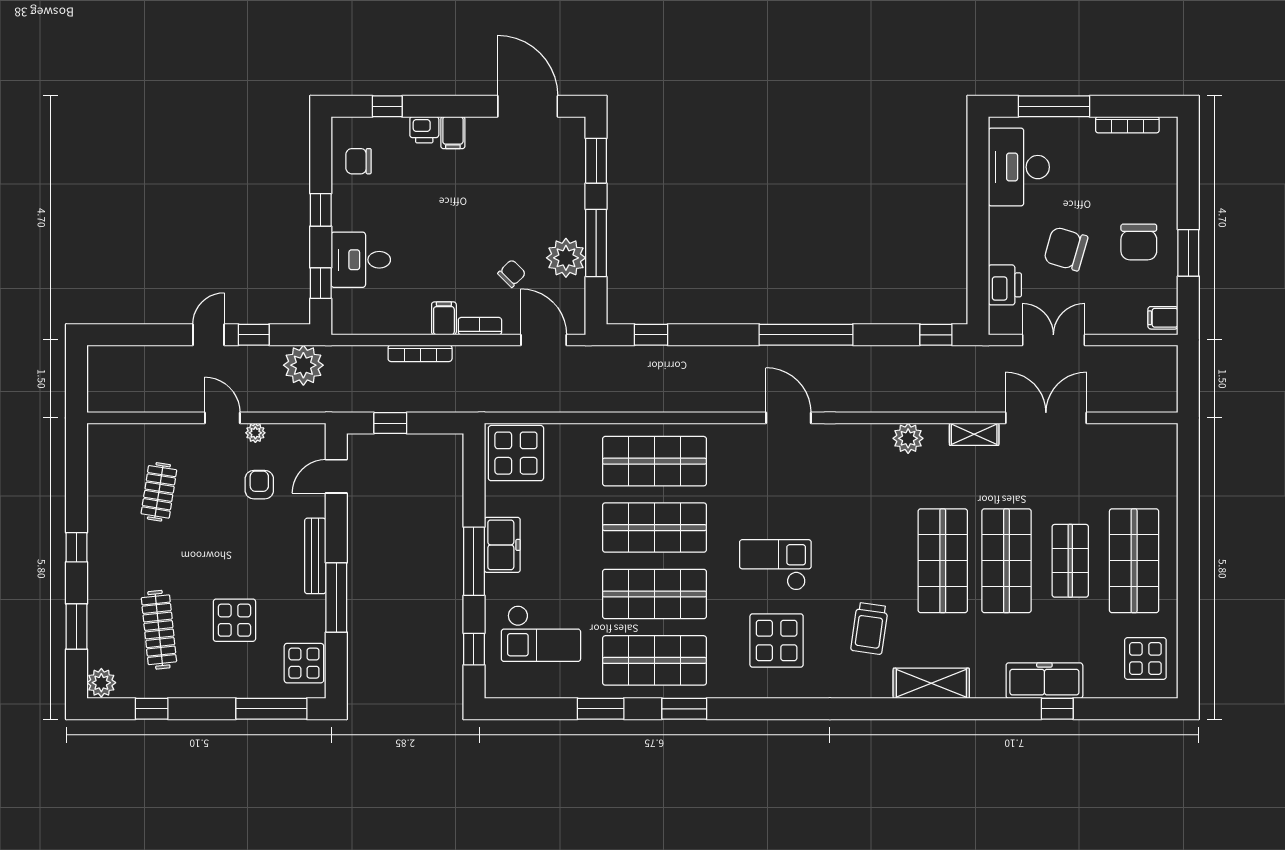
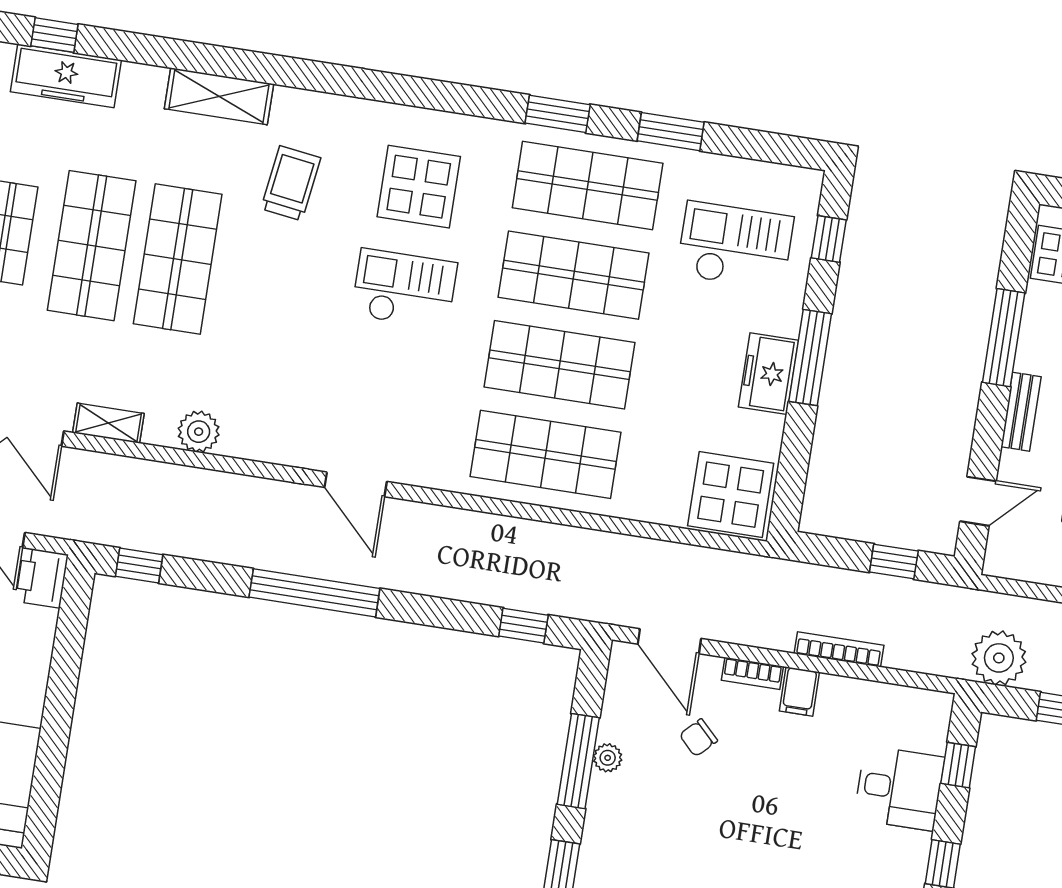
plant: (566, 258) -> (608, 758), width x0.53, depth x0.53
printer: (1005, 285) -> (42, 578), moved
bench: (315, 556) -> (1021, 412), width x0.73
checkout: (775, 565) -> (404, 289), turned 180

